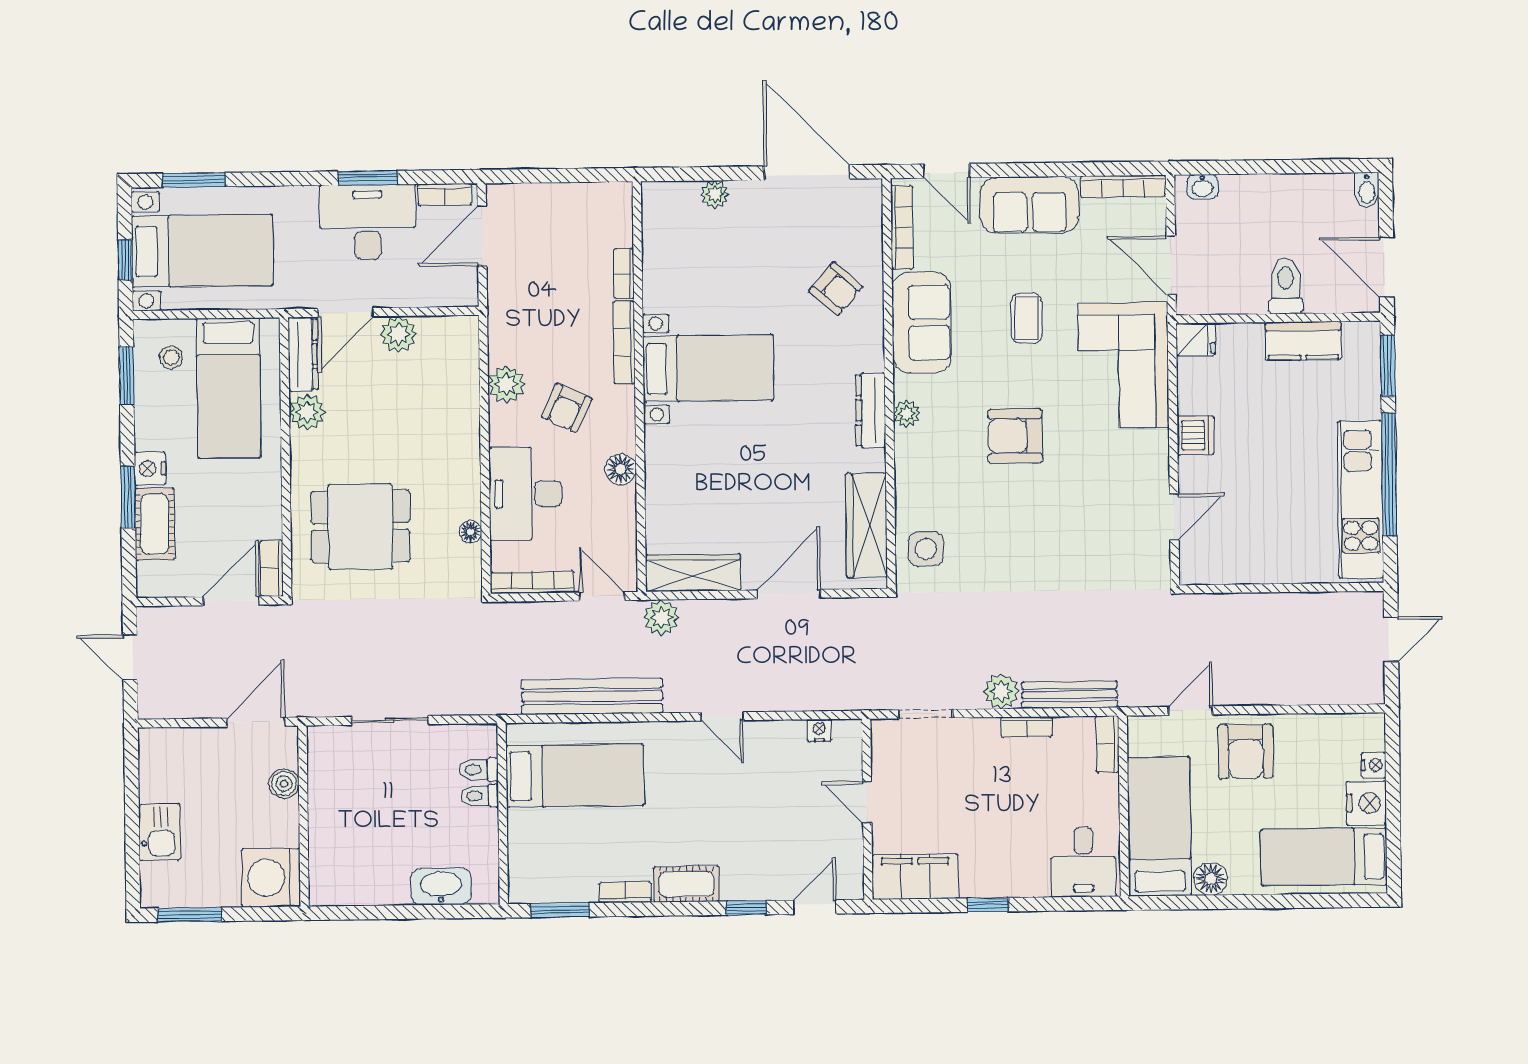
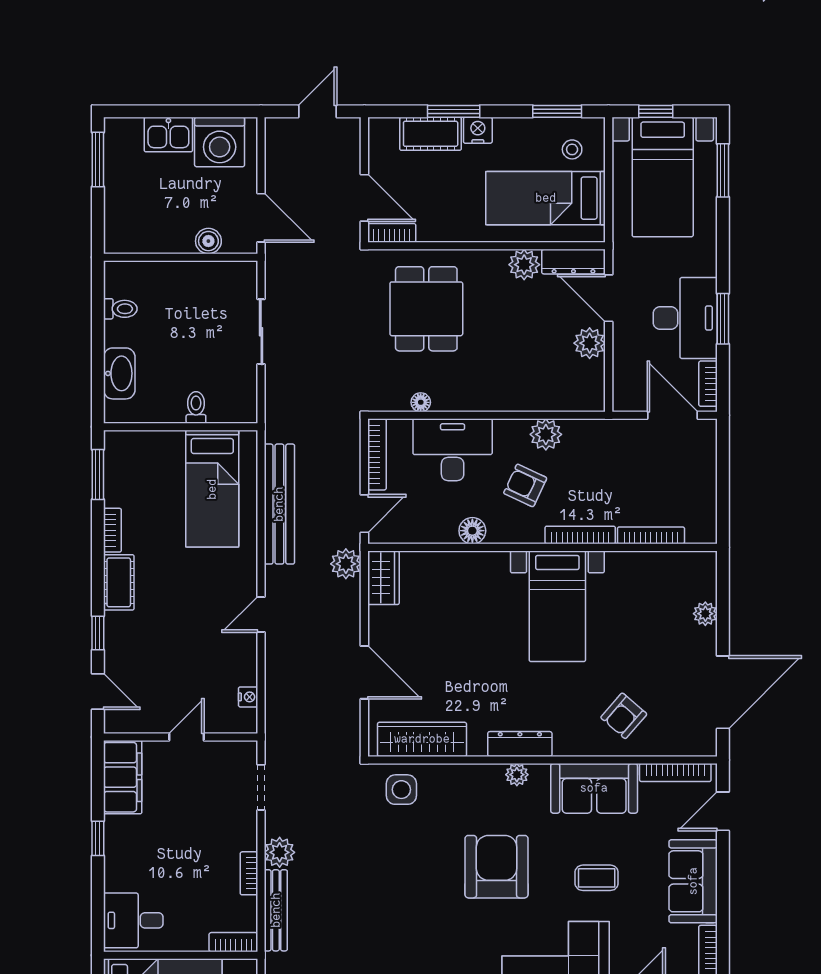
bookcase: (624, 273) -> (651, 535), width x1.56
armchair: (1015, 436) -> (497, 867), width x1.36, depth x1.36
wardrobe: (693, 573) -> (383, 578), width x0.67
toilet: (478, 770) -> (120, 309), moved, turned 90
washing machine: (271, 878) -> (220, 142), moved, turned 180

